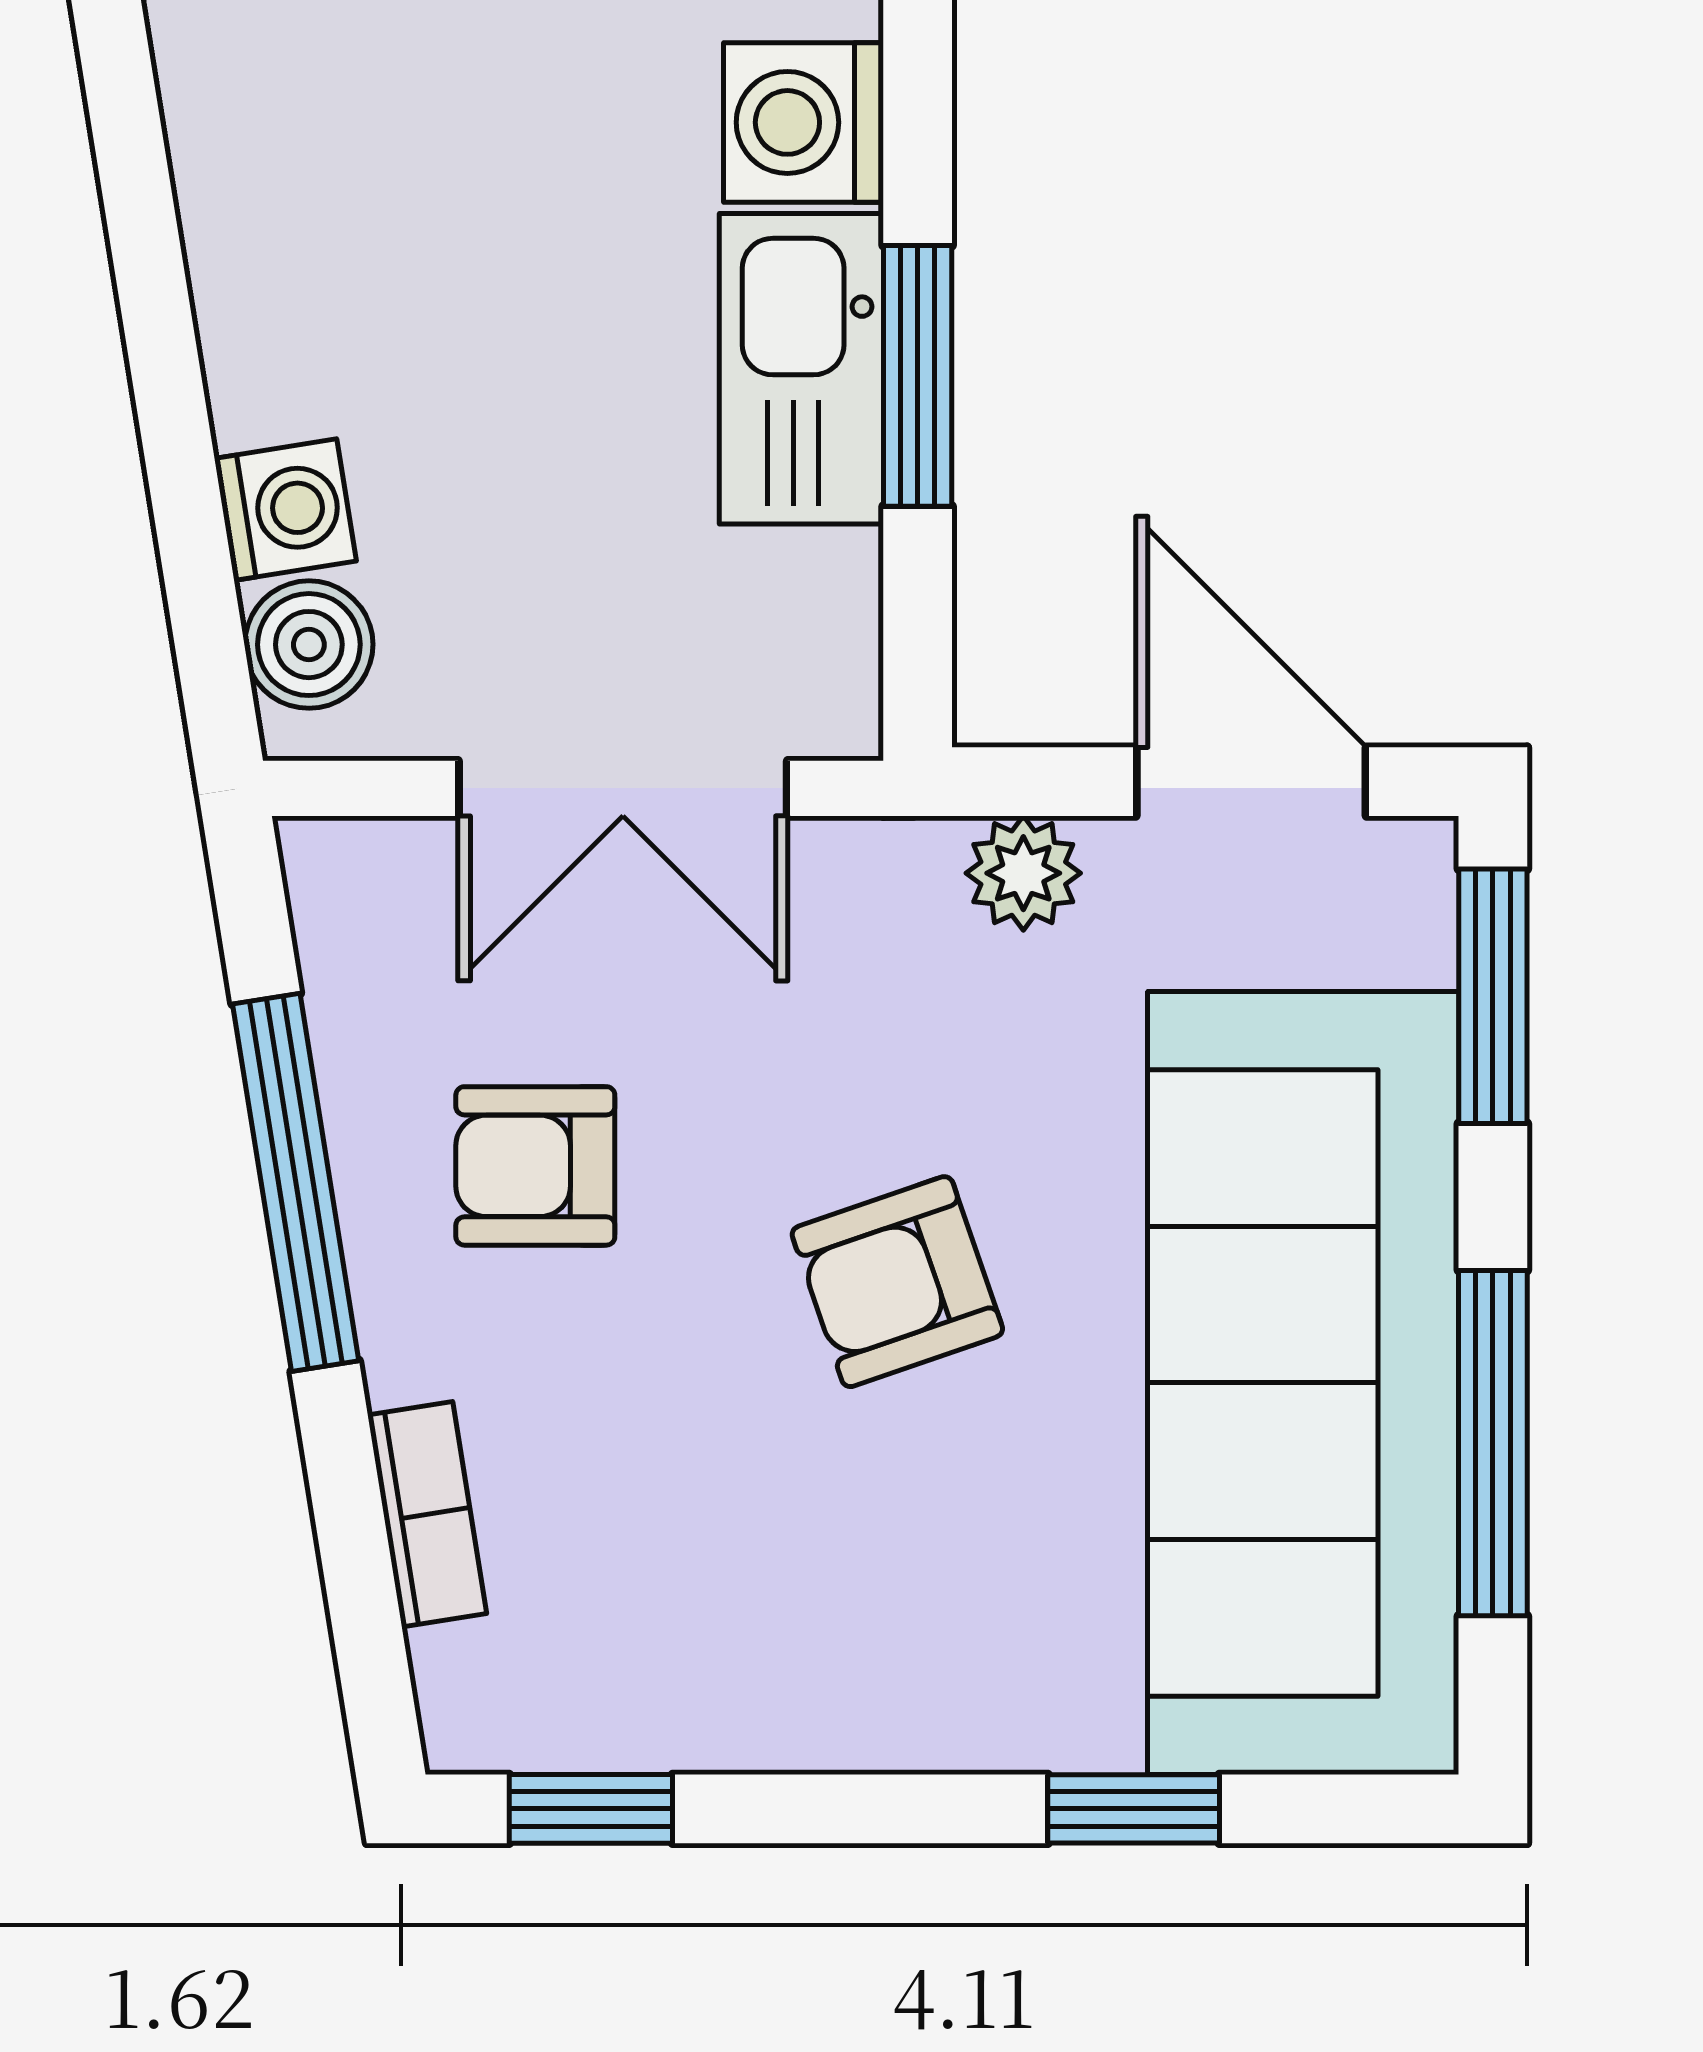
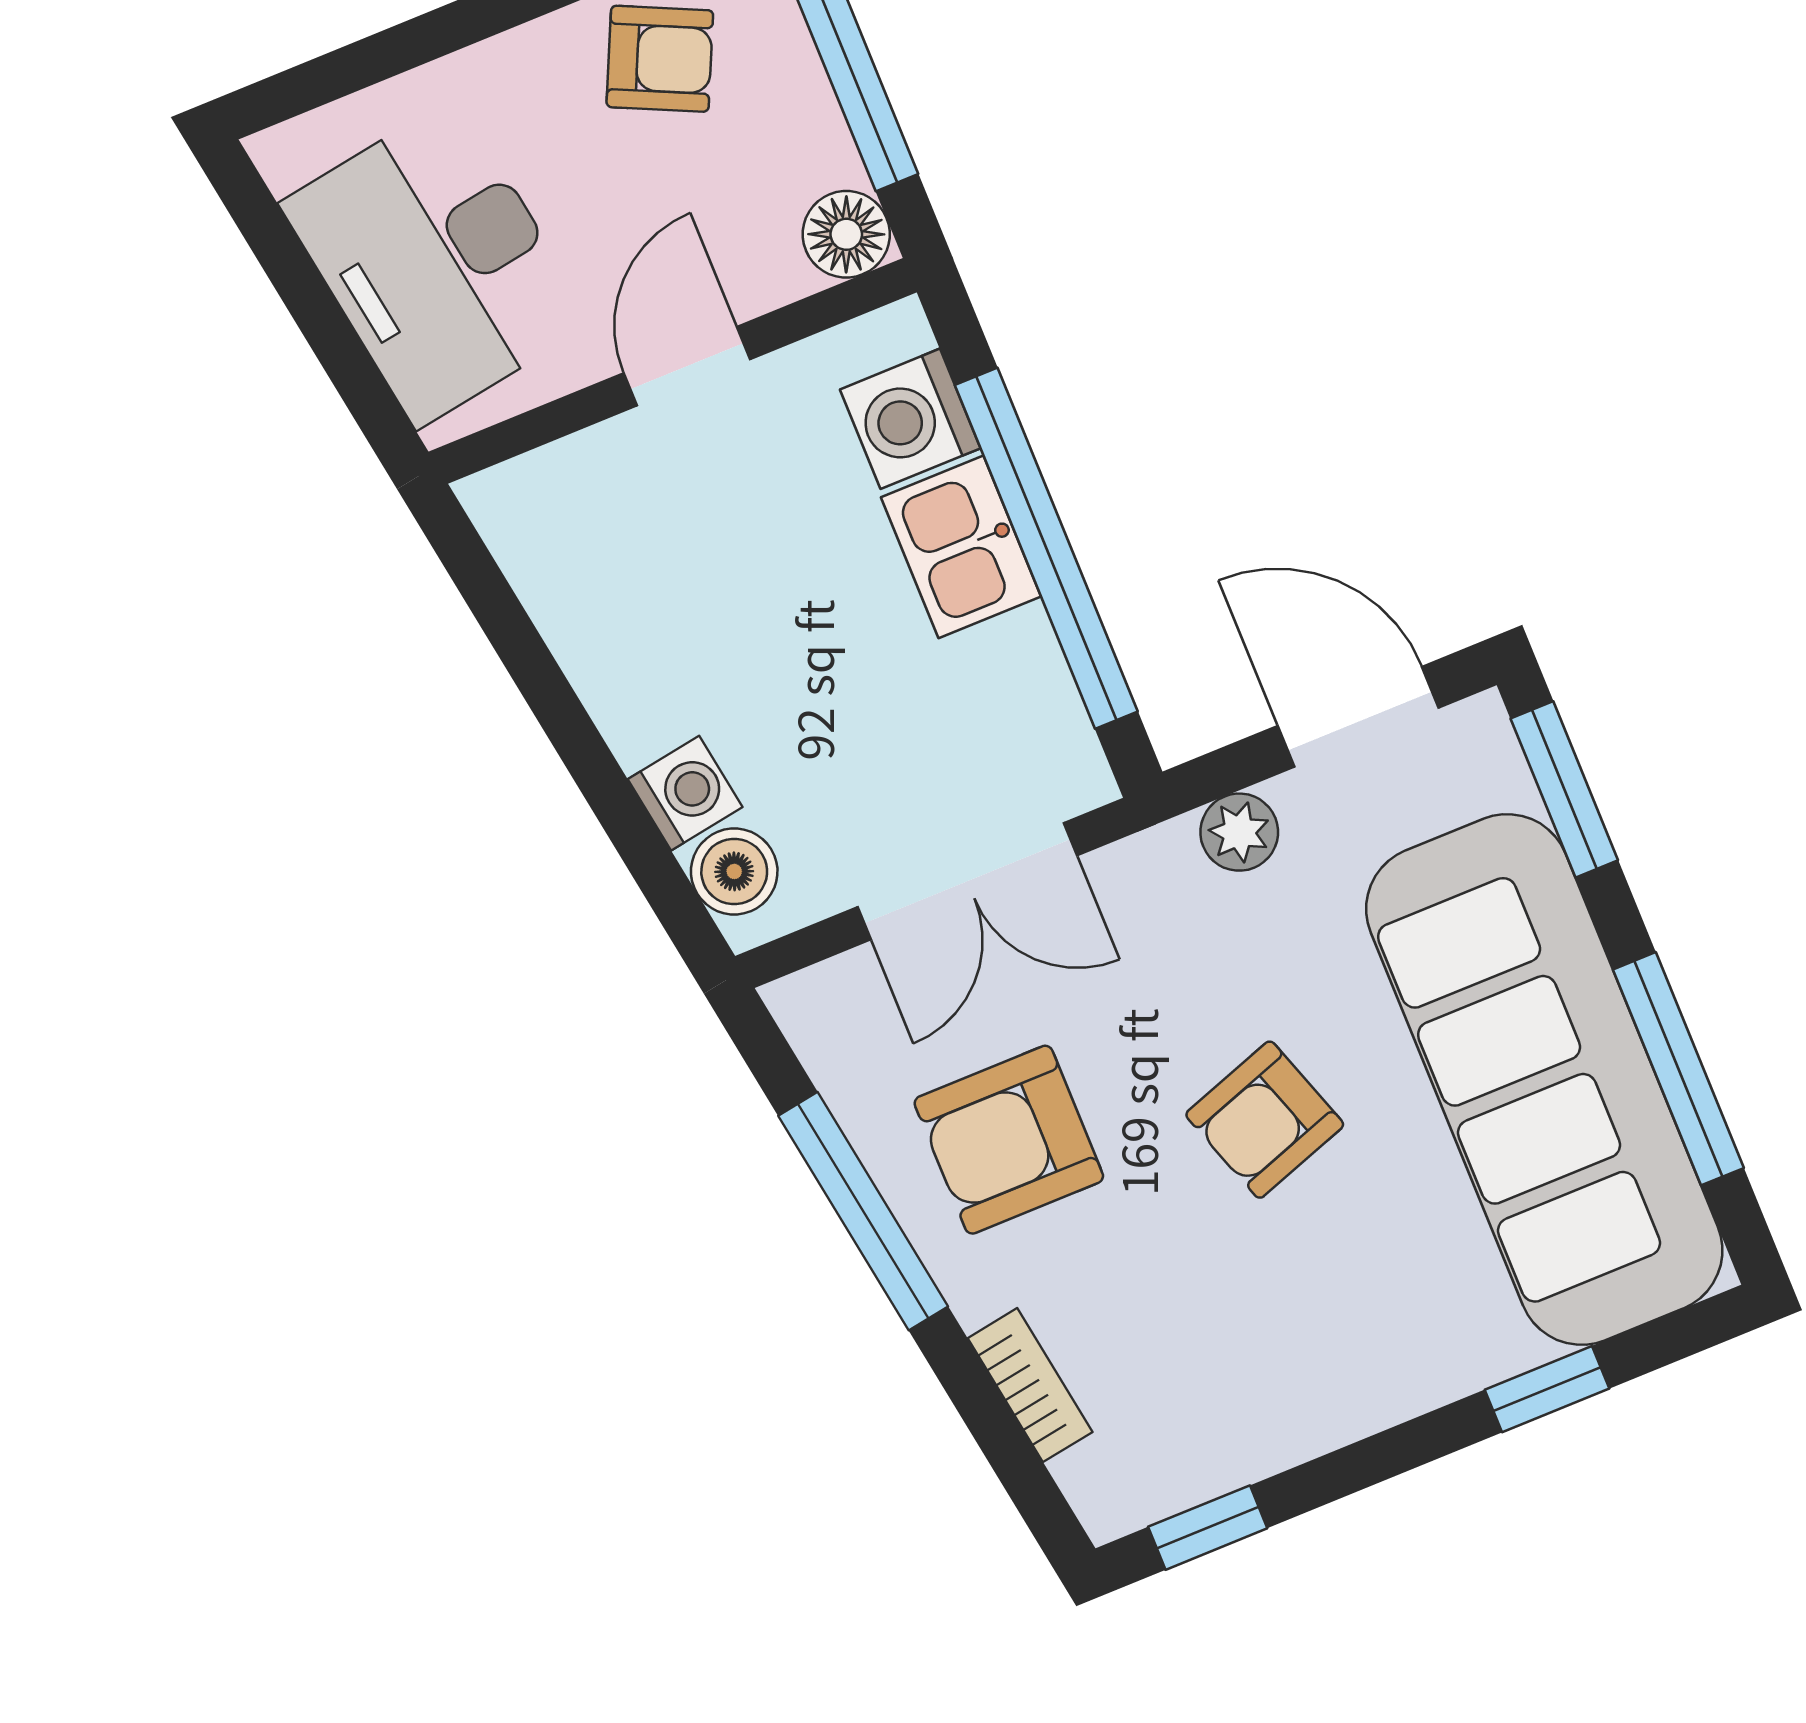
kitchen sink: (801, 369) -> (961, 547), width x0.73
window: (918, 376) -> (1046, 548), width x2.11
armchair: (535, 1166) -> (1009, 1140), width x1.38, depth x1.38

